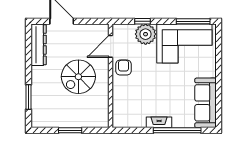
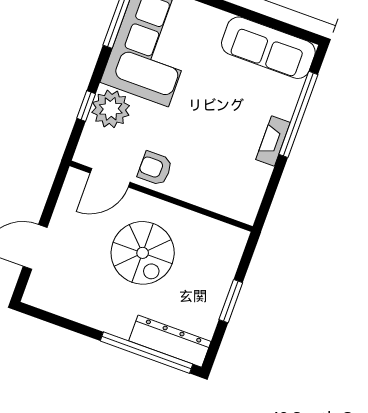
dresser: (39, 45) -> (170, 341), moved
door: (111, 46) -> (110, 178), hinge flipped
window: (29, 97) -> (147, 353), width x2.11

